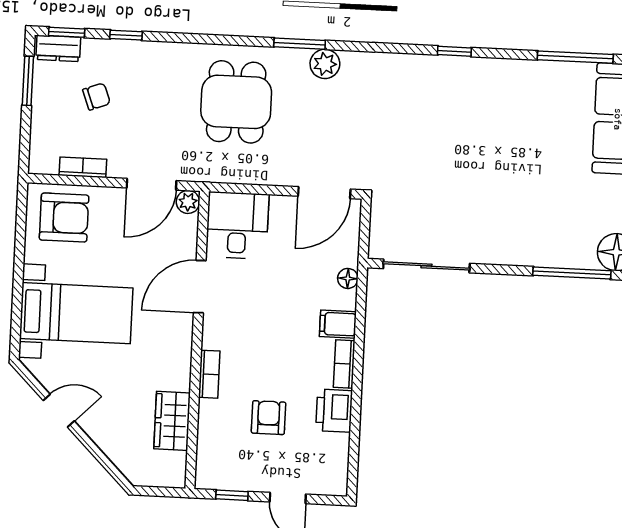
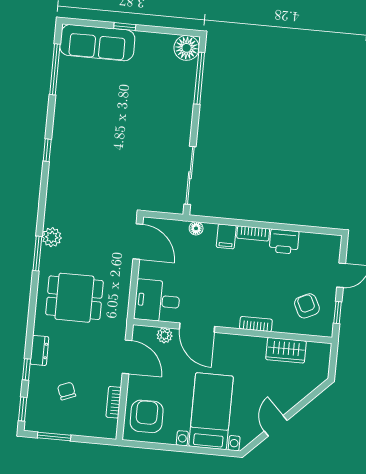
dresser: (58, 48) -> (39, 350), moved
plant: (188, 202) -> (165, 335), moved
armchair: (269, 418) -> (307, 306), moved, turned 64

